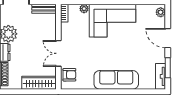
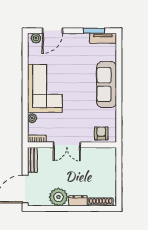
door: (168, 38) -> (52, 31), moved
double door: (58, 53) -> (67, 145), moved
wardrobe: (39, 83) -> (110, 165), removed

